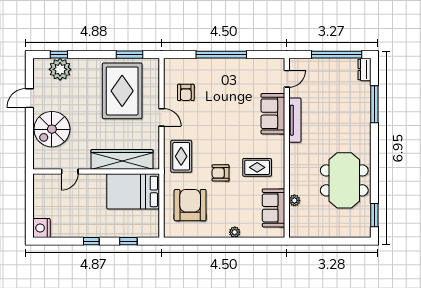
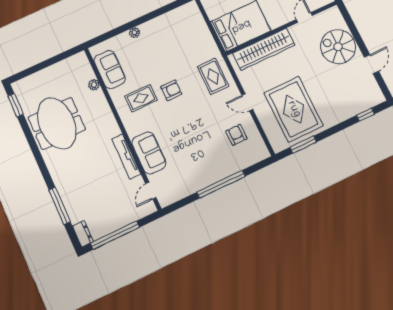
plant: (60, 69) -> (358, 102), removed
spiral stairs: (52, 129) -> (338, 47), turned -90
armchair: (220, 173) -> (171, 90), moved
armchair: (190, 205) -> (185, 38), removed

